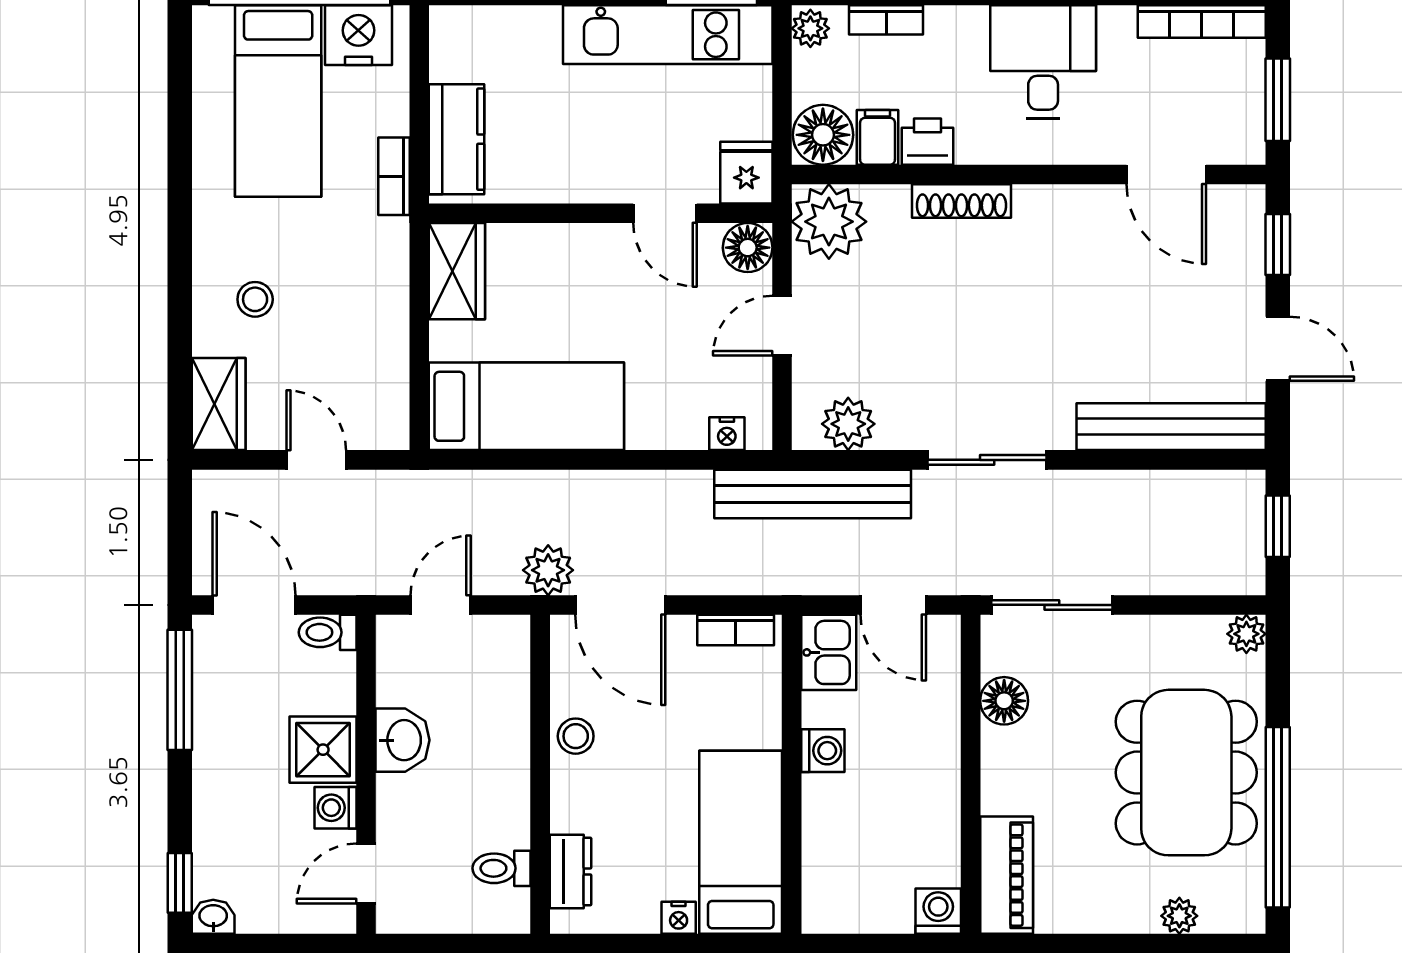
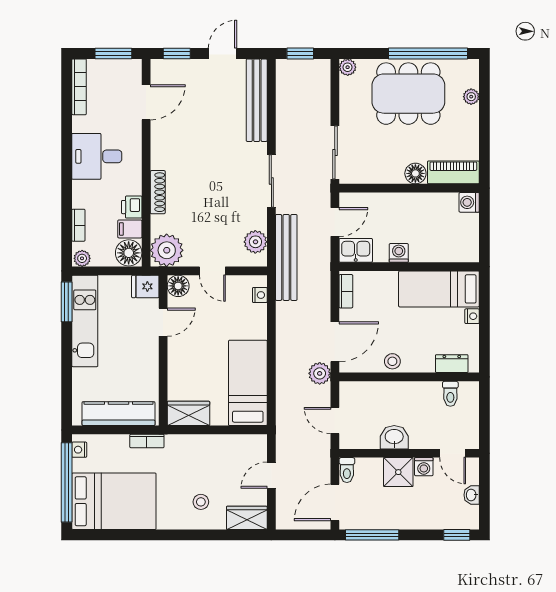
nightstand: (358, 35) -> (79, 450), width x0.53, depth x0.56
bed: (278, 101) -> (114, 501), width x1.50
kitchen counter: (456, 139) -> (119, 414), width x1.50
floor lamp: (1004, 701) -> (415, 173), moved
washbasin: (213, 917) -> (472, 495), moved

